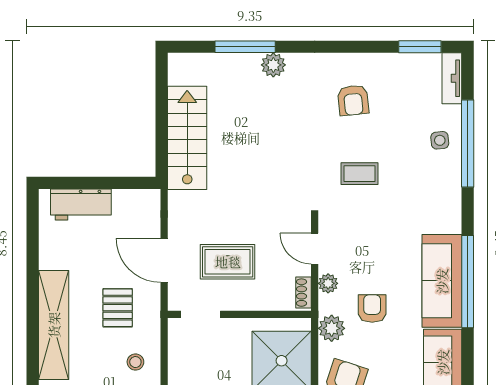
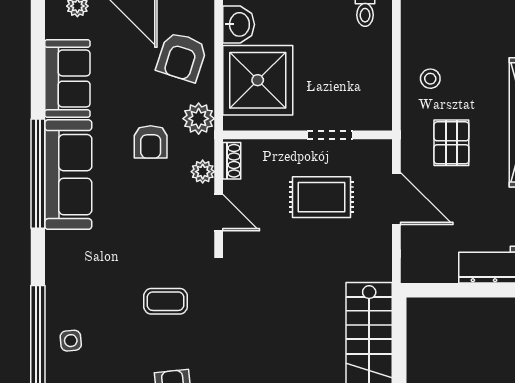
doorway: (201, 314) -> (330, 135), moved

